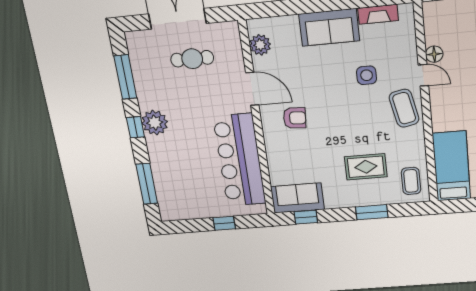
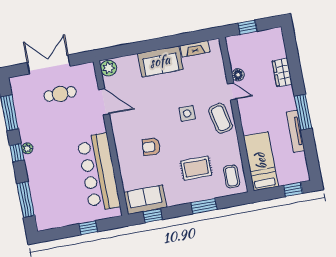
plant: (260, 45) -> (108, 68), moved
side table: (367, 75) -> (187, 113), moved
door: (252, 89) -> (104, 102), moved
armchair: (295, 118) -> (151, 147), moved, turned 180
plant: (155, 123) -> (27, 148), width x0.53, depth x0.53

